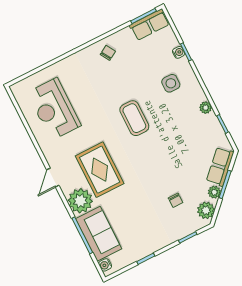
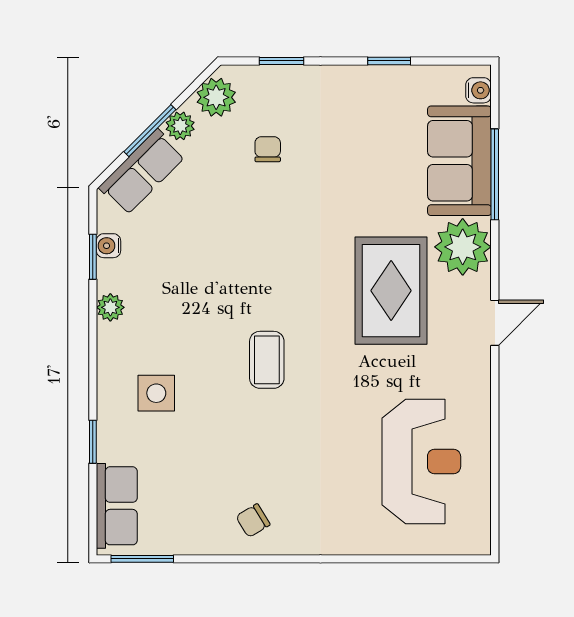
row of seats: (150, 25) -> (117, 506), moved, turned 90
water cooler: (179, 52) -> (108, 246), moved
coffee table: (134, 118) -> (267, 360), width x0.73, depth x0.77

